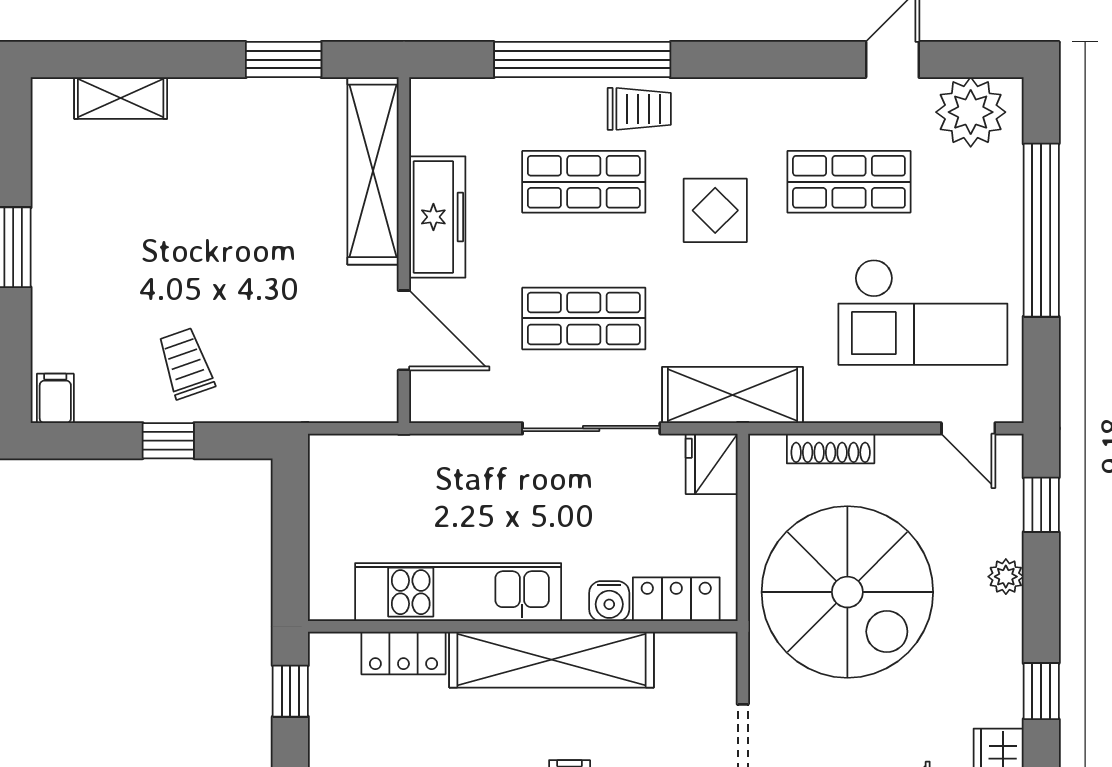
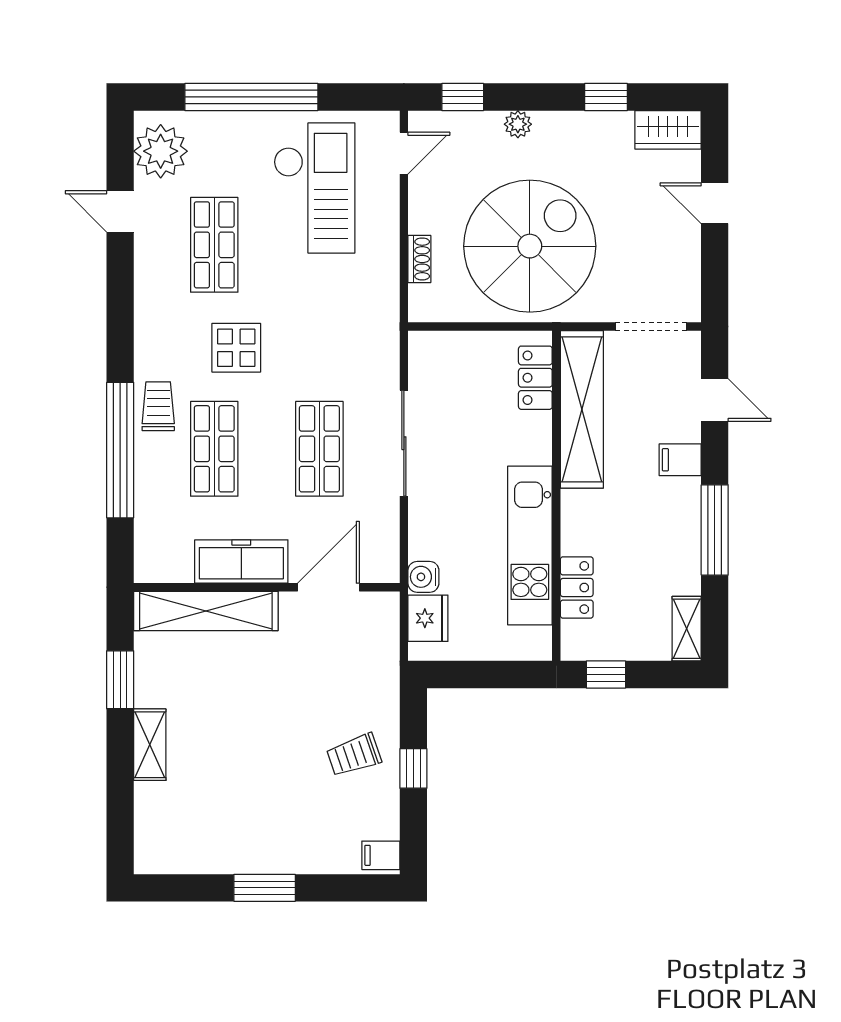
shelving: (121, 98) -> (150, 745), moved
shelving: (732, 395) -> (378, 334), removed
shoe rack: (831, 449) -> (419, 259), width x0.70
fridge: (712, 464) -> (428, 618), moved, turned -90
water cooler: (609, 601) -> (423, 577), moved, turned 180
shelving: (552, 660) -> (582, 409), moved

